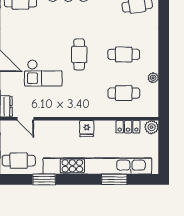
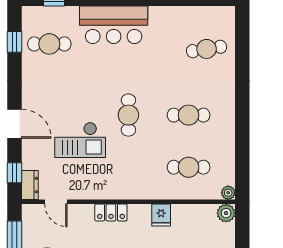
plant: (153, 78) -> (228, 193), moved
locker: (128, 127) -> (111, 212), moved
fridge: (87, 129) -> (161, 215), moved

